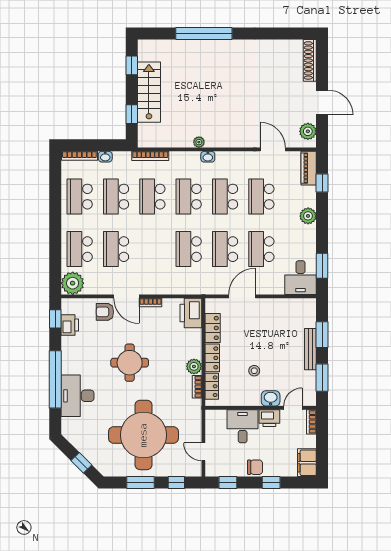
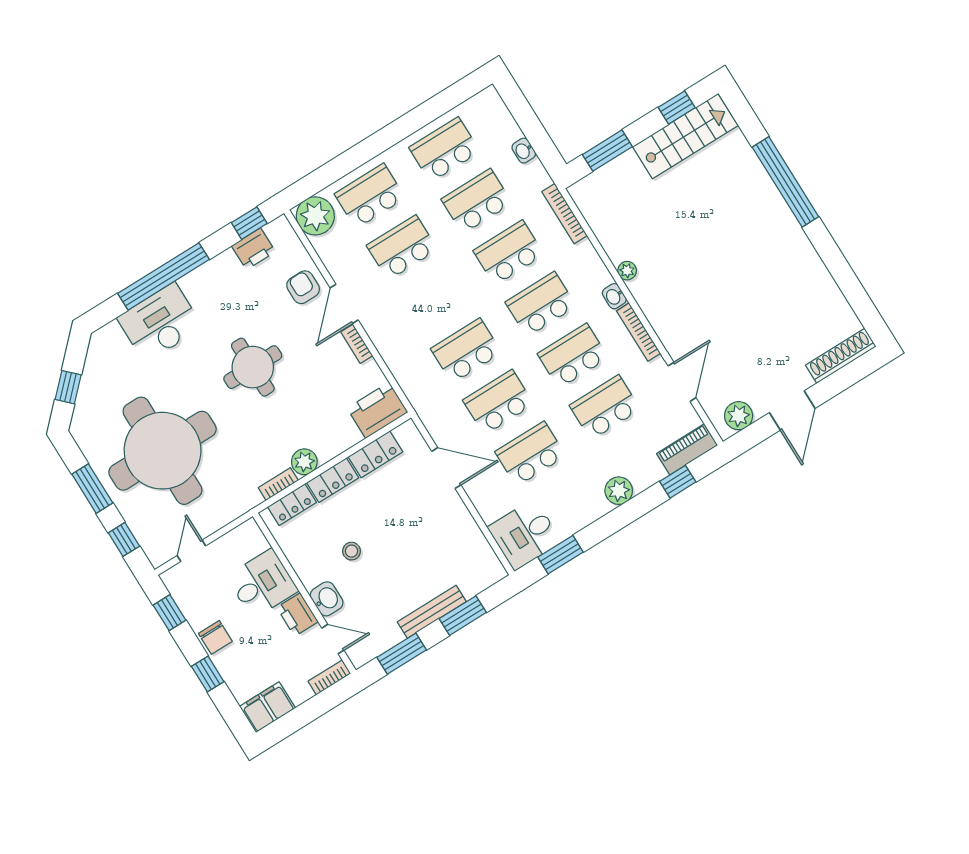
stairs: (149, 92) -> (685, 136), moved
window: (132, 114) -> (607, 151), width x1.50
bookcase: (79, 156) -> (638, 332), moved

